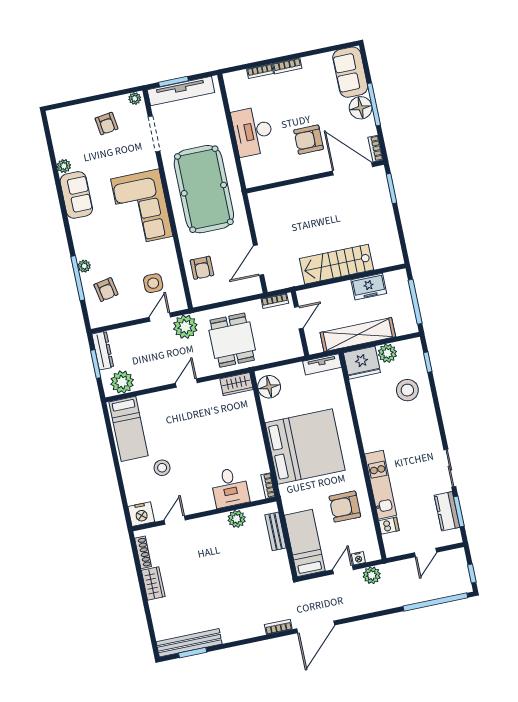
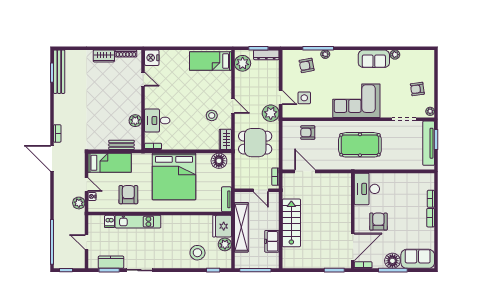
desk: (253, 131) -> (367, 189), moved, turned -90
pool table: (204, 189) -> (360, 145), width x0.73, depth x0.76
stool: (162, 468) -> (212, 115), moved

